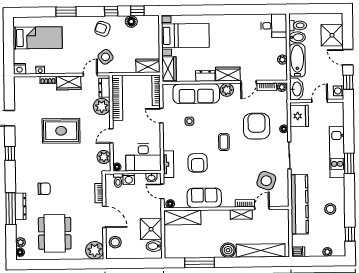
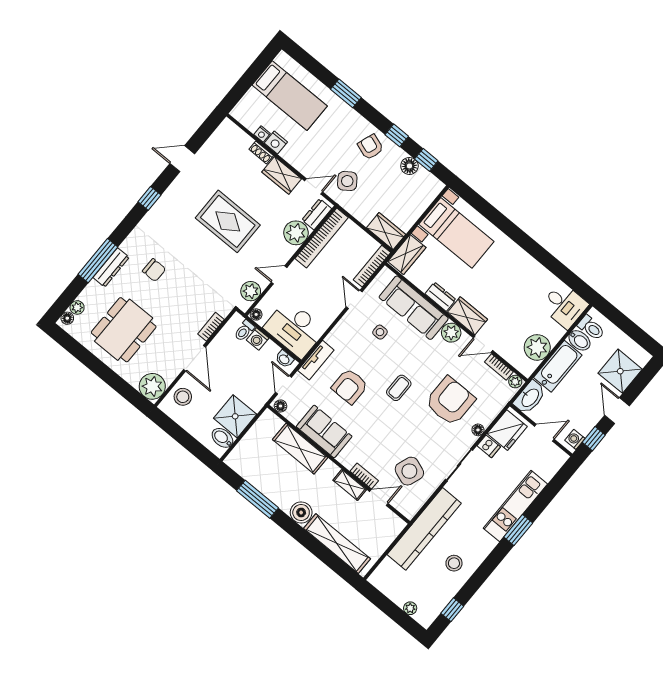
plant: (282, 60) -> (537, 347), width x1.88, depth x1.88
nightstand: (20, 69) -> (276, 143), moved
shelving: (182, 218) -> (300, 449), moved
dishwasher: (298, 252) -> (489, 446), moved

